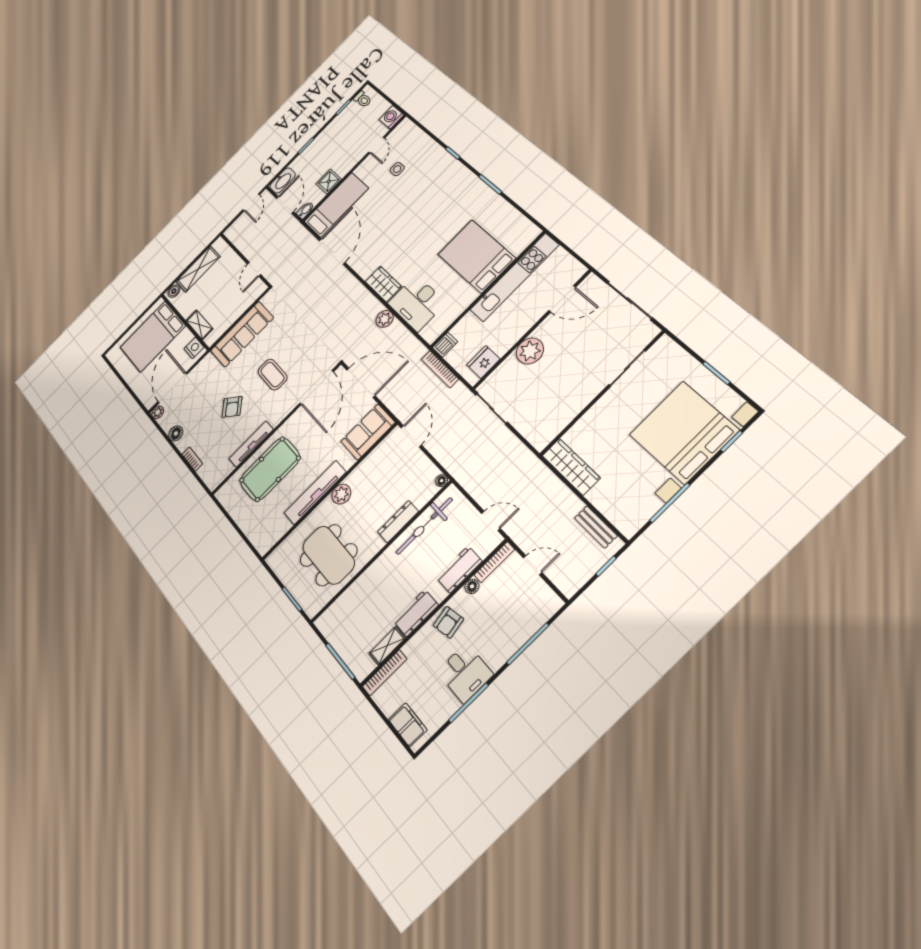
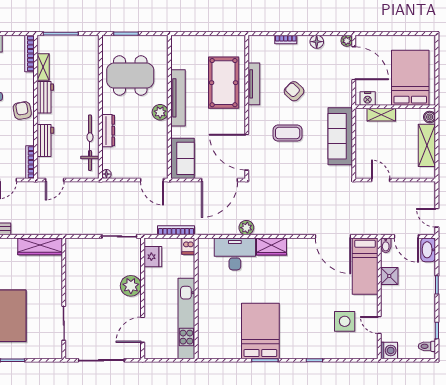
side table: (397, 169) -> (345, 321), width x1.87, depth x1.87
bed: (477, 256) -> (260, 331), moved, turned -90
floor lamp: (472, 586) -> (29, 139), removed

